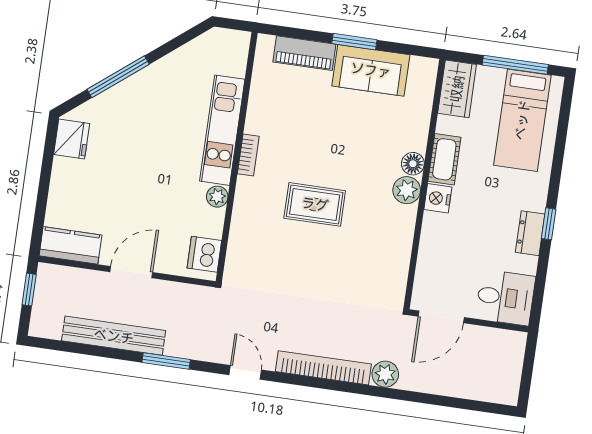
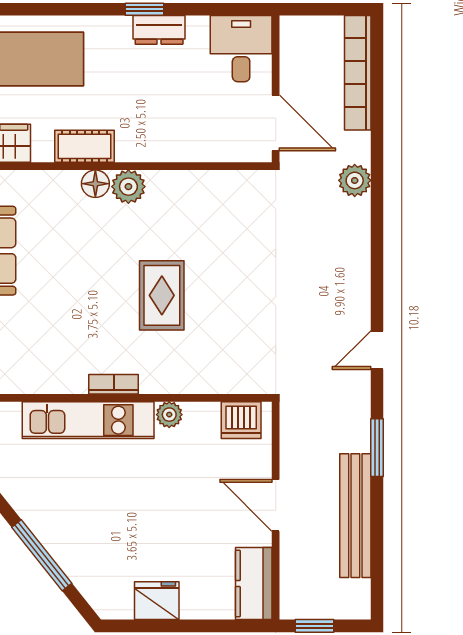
fridge: (72, 139) -> (157, 601), moved
nightstand: (438, 198) -> (133, 148), removed
bookcase: (323, 368) -> (358, 73), moved

